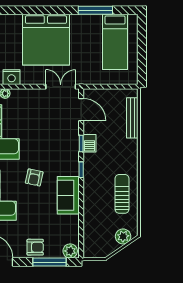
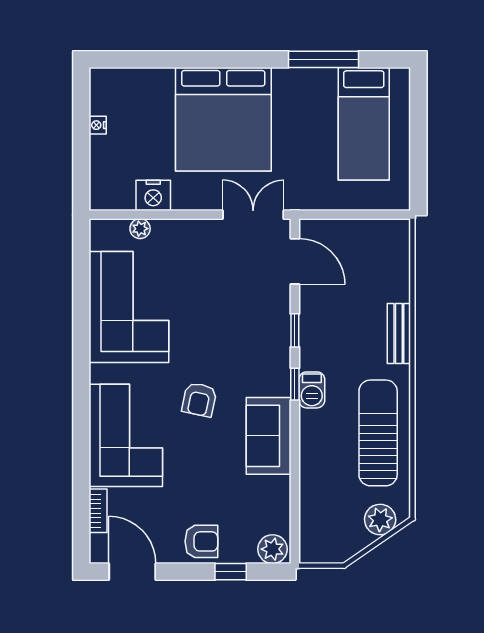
bench: (132, 118) -> (399, 334), moved, width x0.73
barbecue: (89, 143) -> (312, 390), moved
sun lounger: (122, 194) -> (378, 433), width x1.36, depth x1.34
window: (50, 262) -> (231, 572), width x0.46

